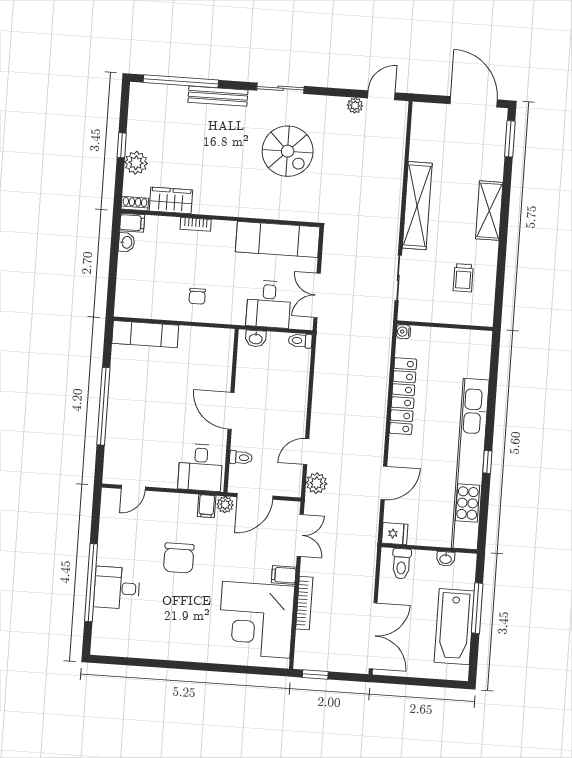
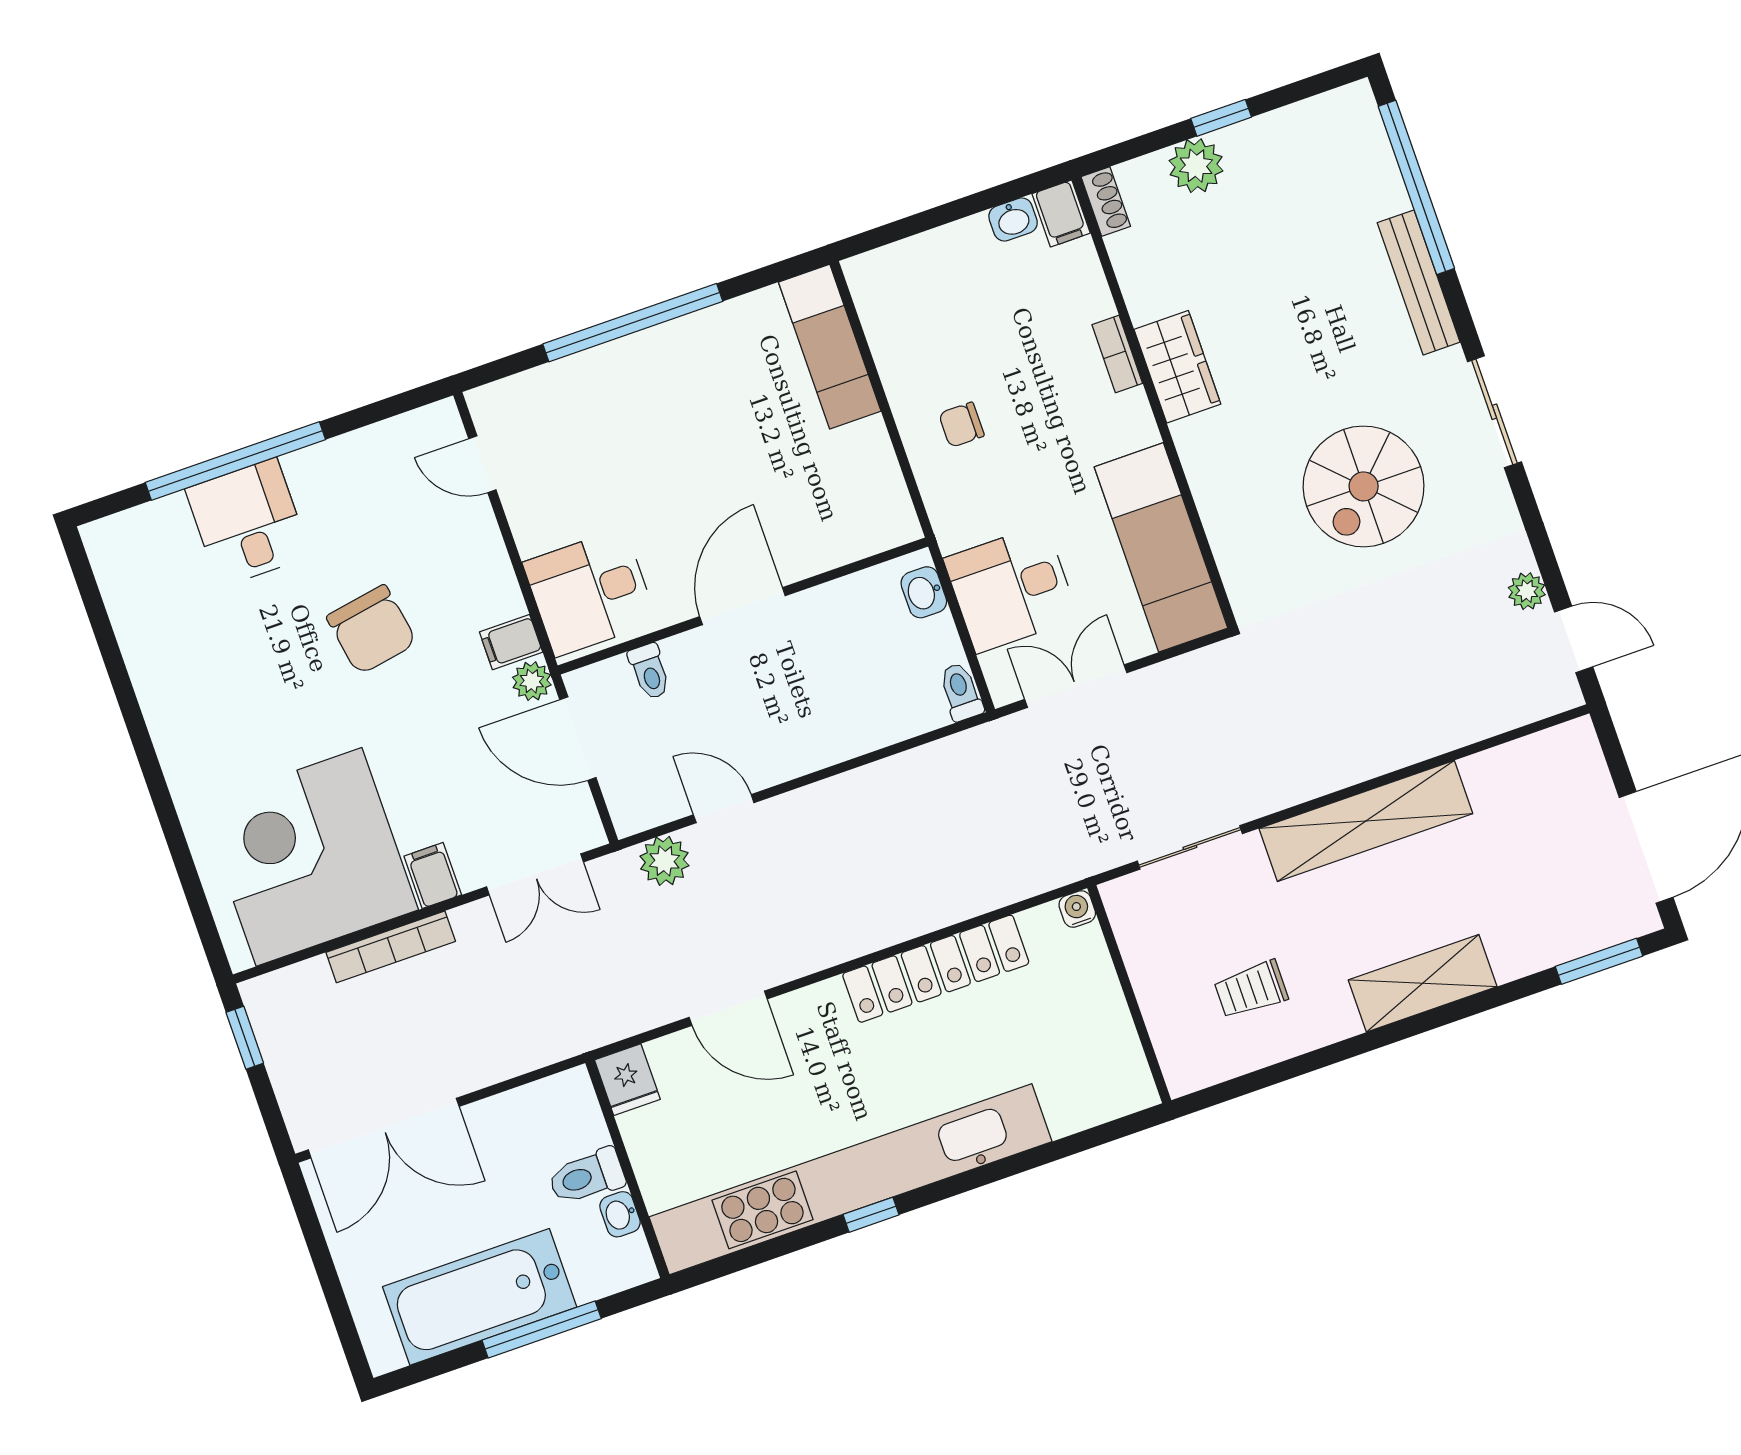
wardrobe: (171, 200) -> (1177, 367), moved
chair: (179, 558) -> (372, 630), turned -100
toilet: (401, 564) -> (587, 1176), moved

